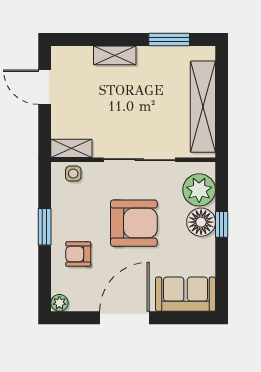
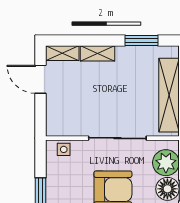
shelving: (71, 148) -> (62, 53), moved

